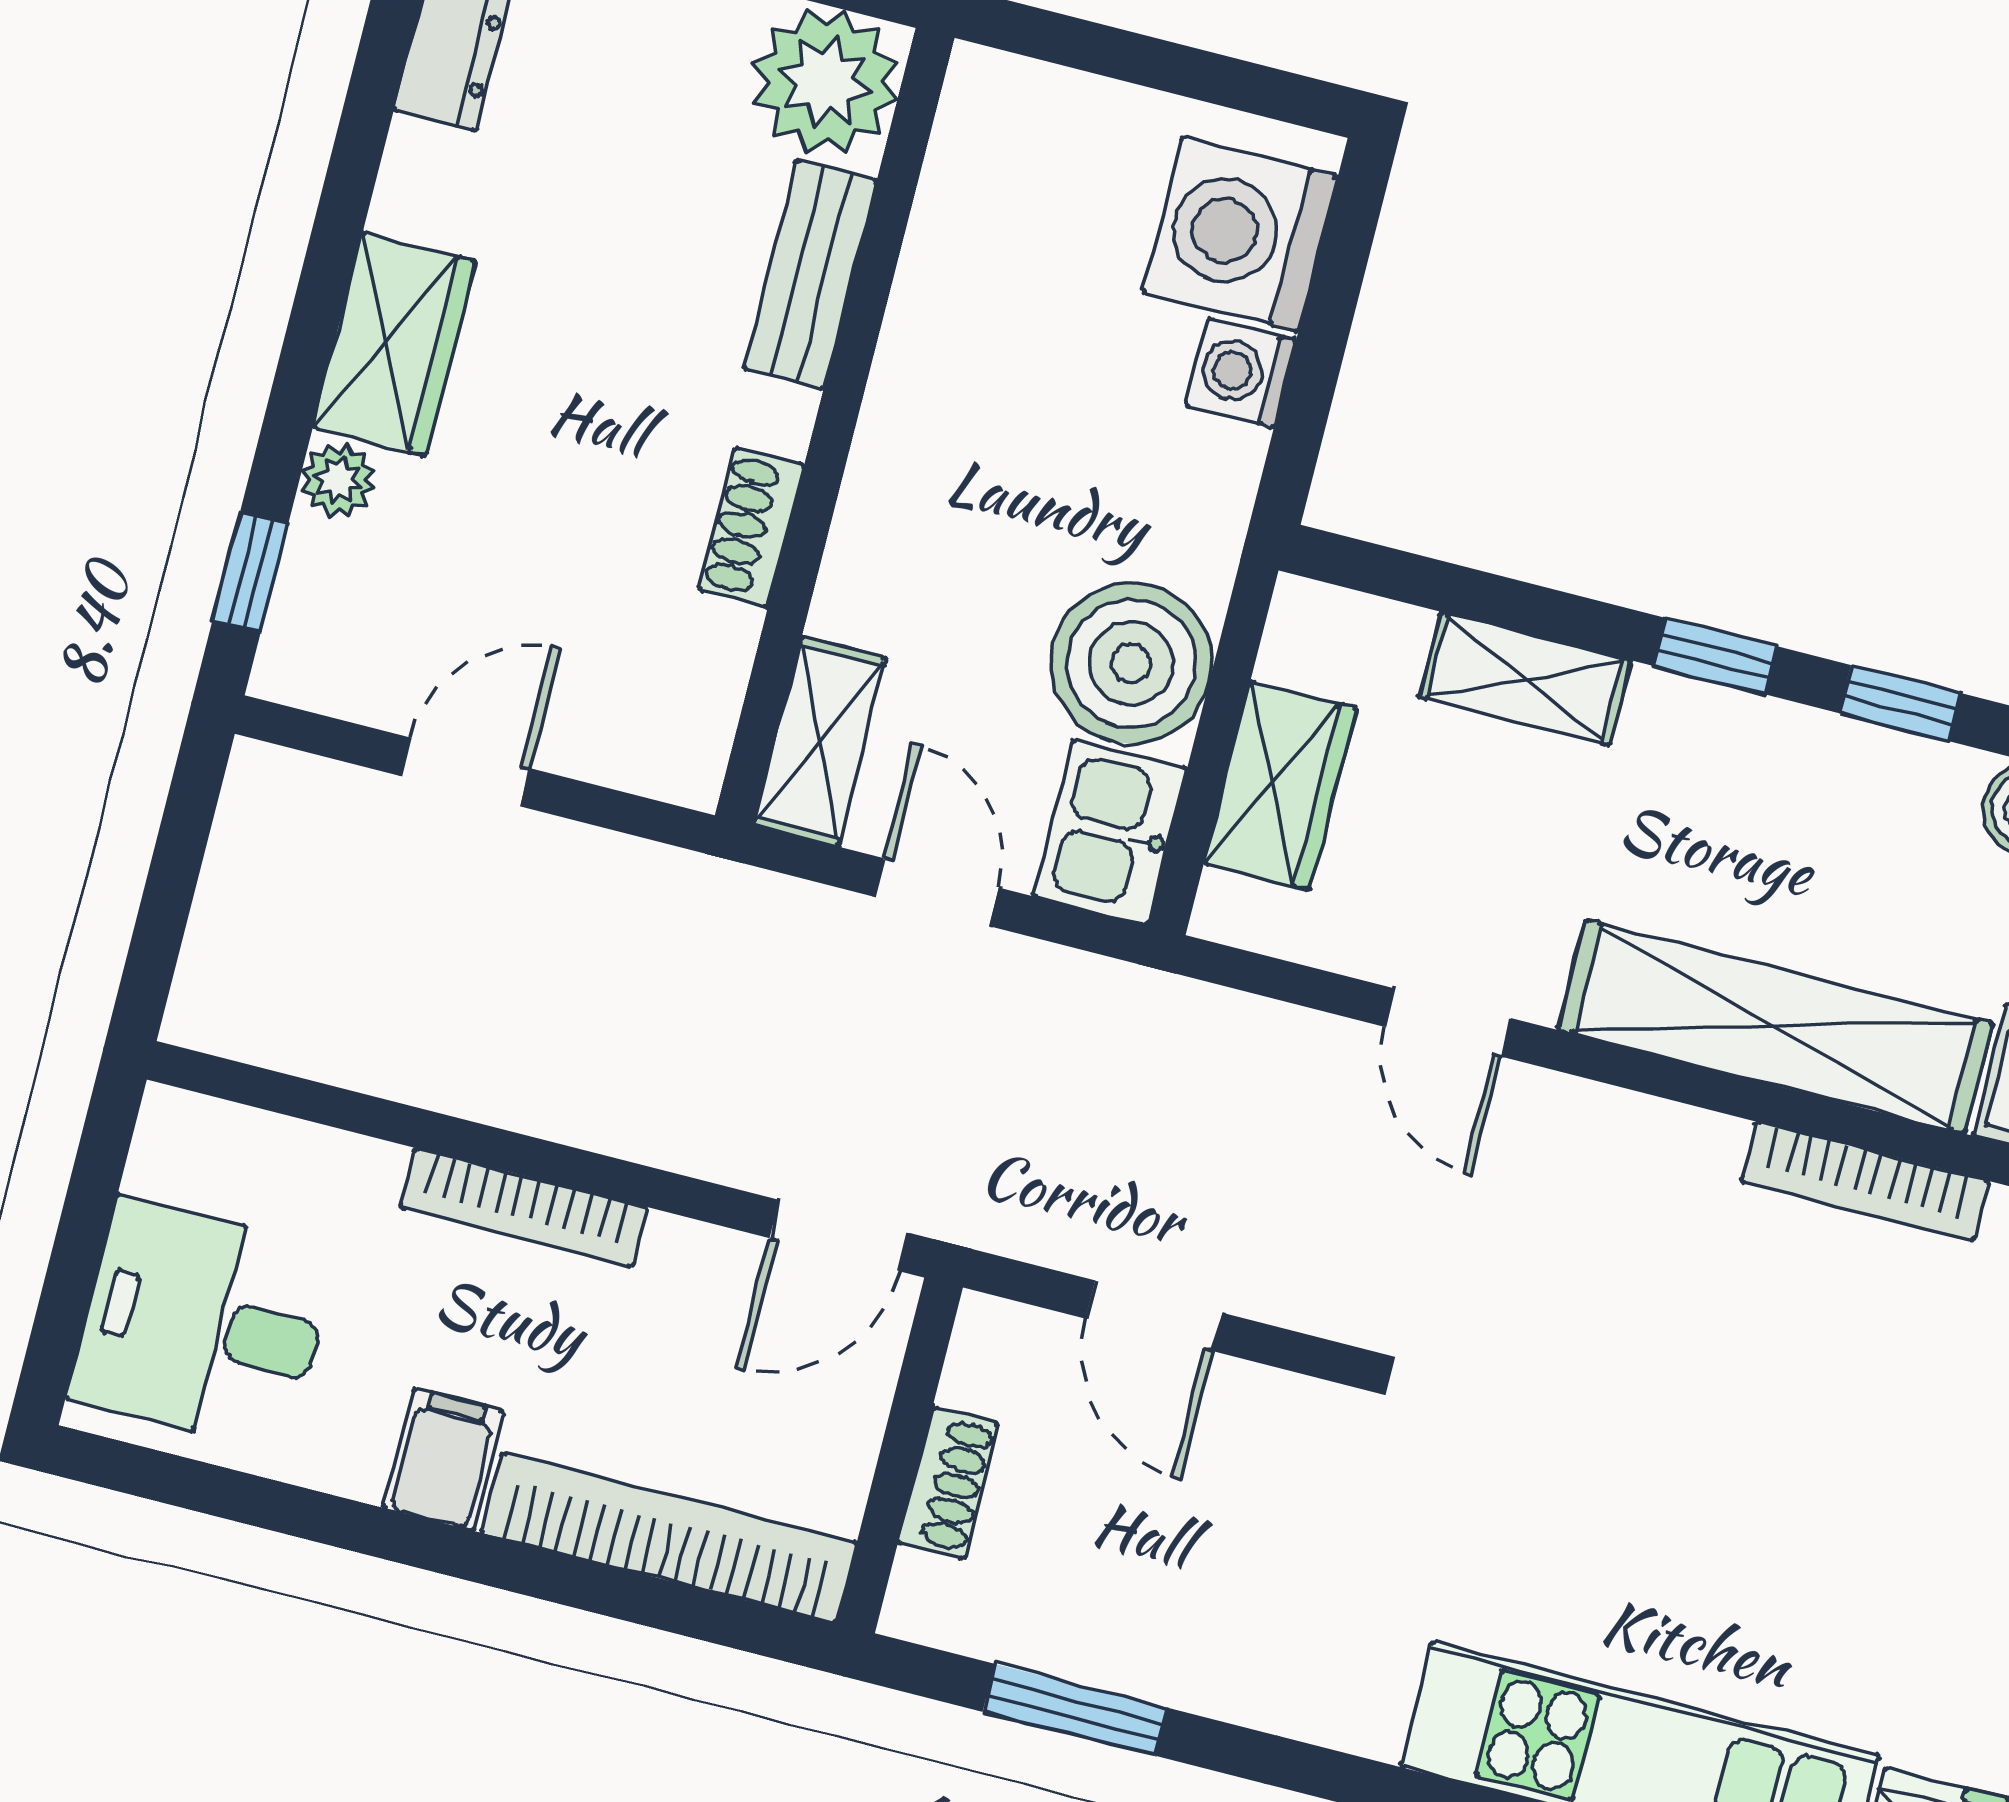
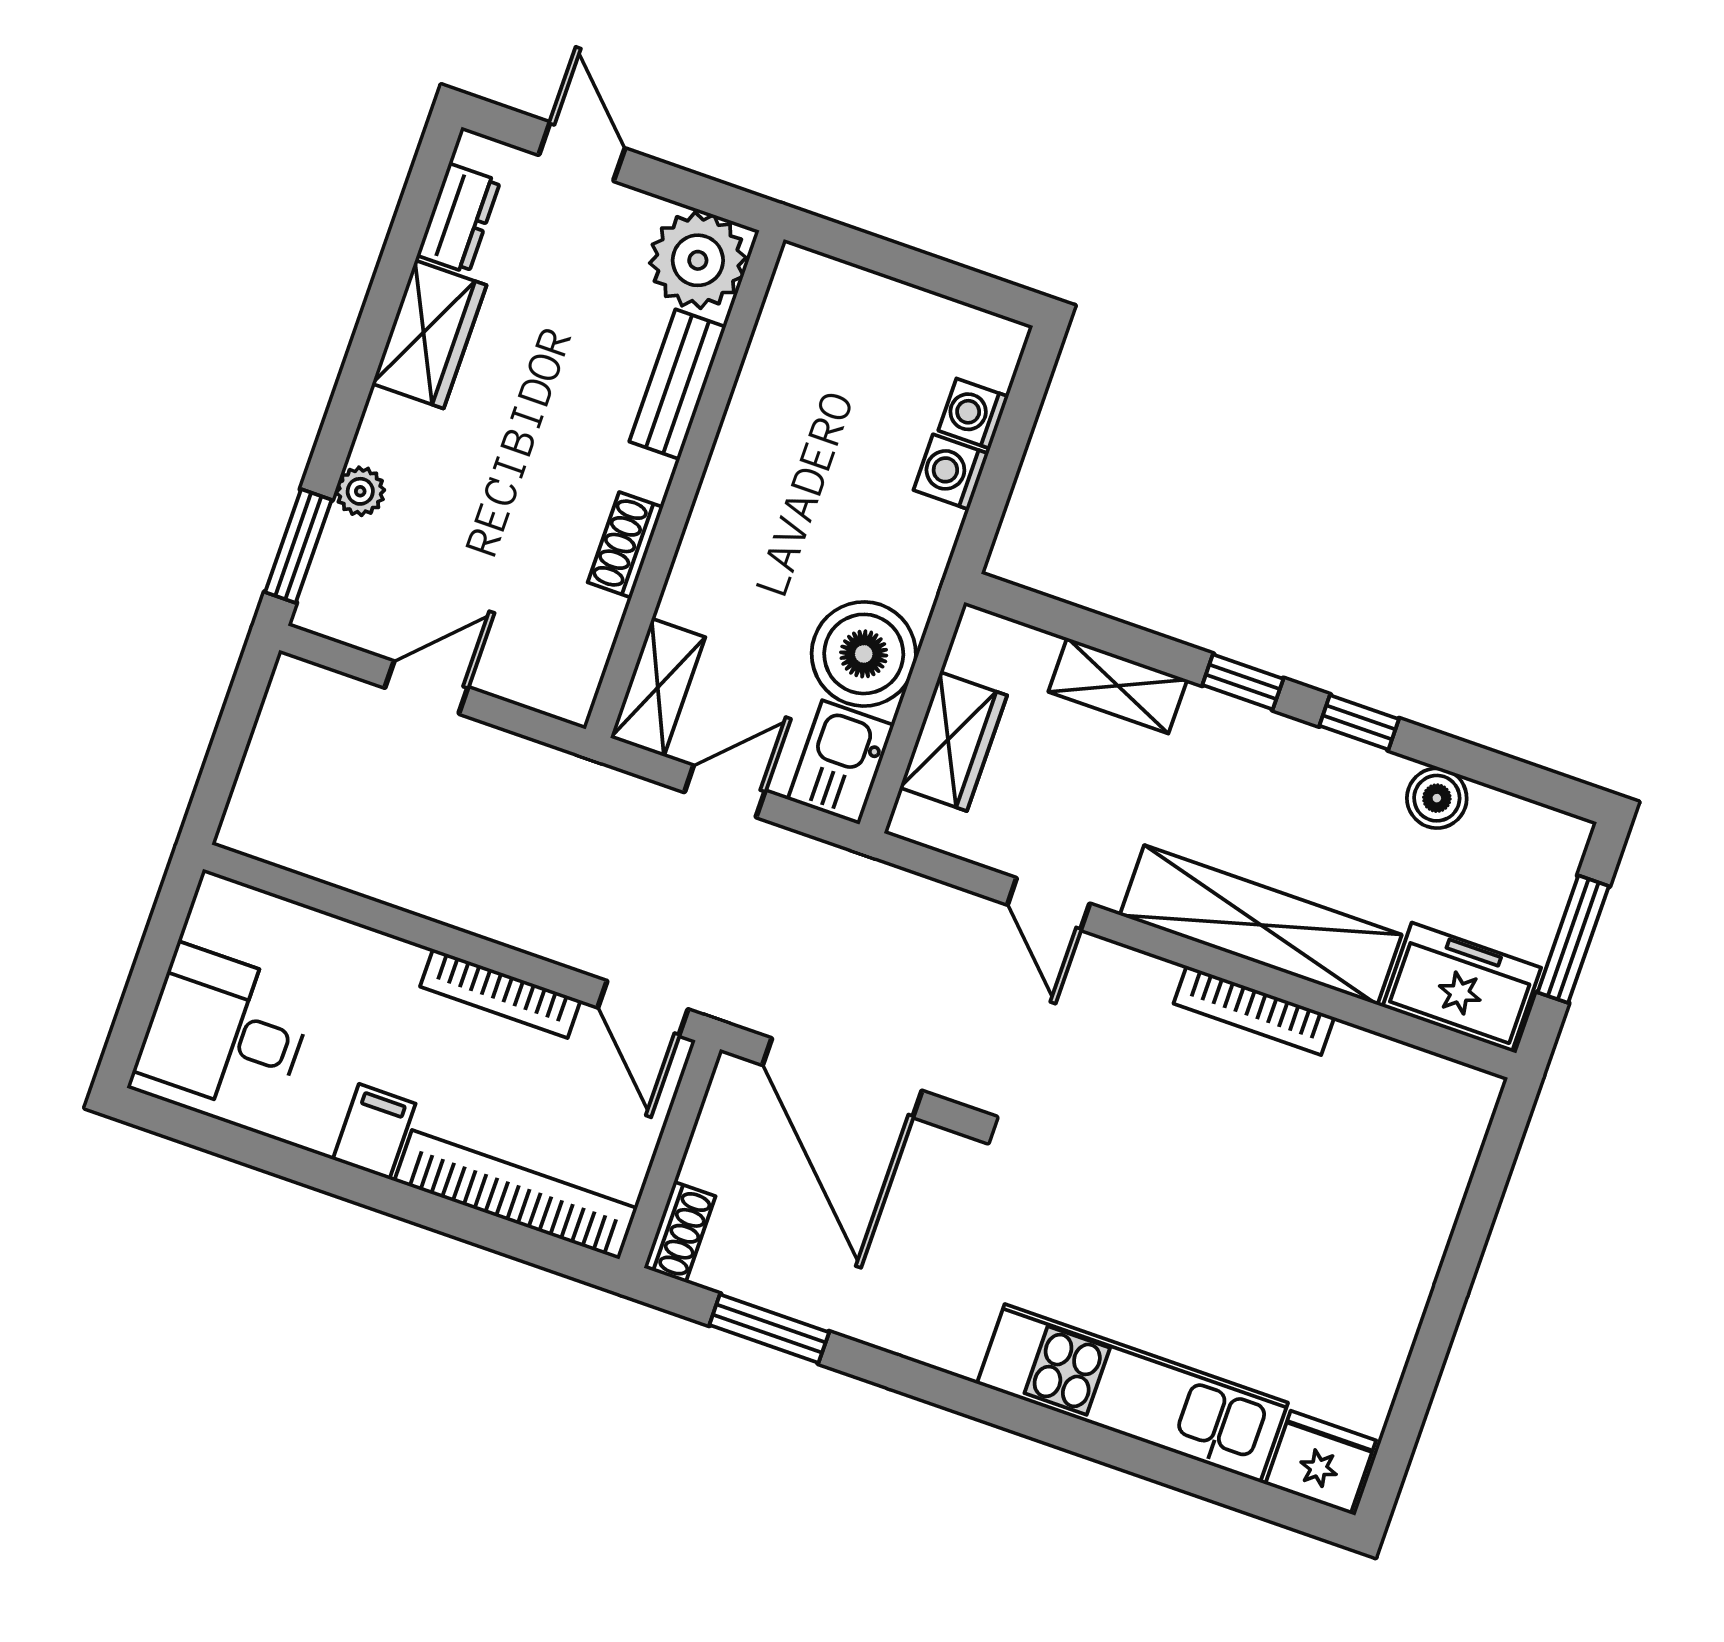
washing machine: (1240, 234) -> (973, 414), width x0.53, depth x0.53
wardrobe: (394, 344) -> (429, 334), moved
window: (250, 572) -> (298, 546), width x1.50
door: (936, 892) -> (725, 791), hinge flipped
bookcase: (1865, 1181) -> (1254, 1010), moved
bookcase: (524, 1207) -> (500, 994), moved
door: (839, 1236) -> (643, 1008), hinge flipped
door: (1154, 1316) -> (842, 1078), width x1.87
shoe rack: (948, 1483) -> (680, 1232), moved

